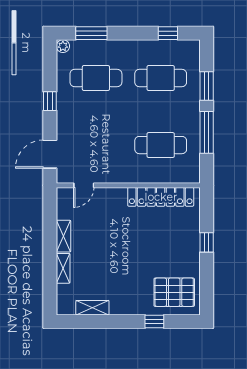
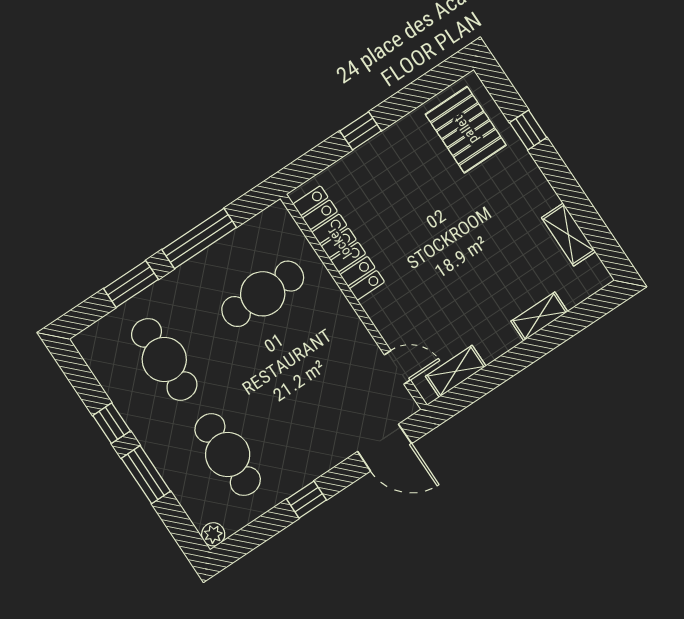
window: (91, 33) -> (146, 475), moved
window: (168, 33) -> (112, 423), moved
cafe table: (161, 145) -> (263, 294), turned 90
shelving: (64, 236) -> (456, 371), moved

